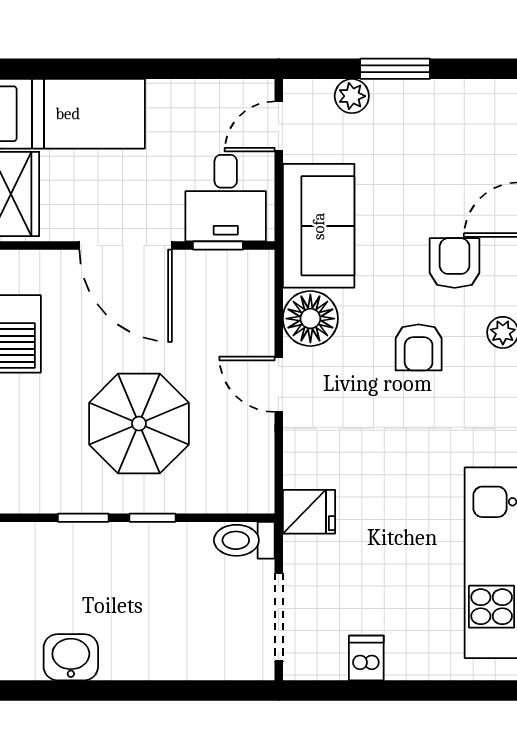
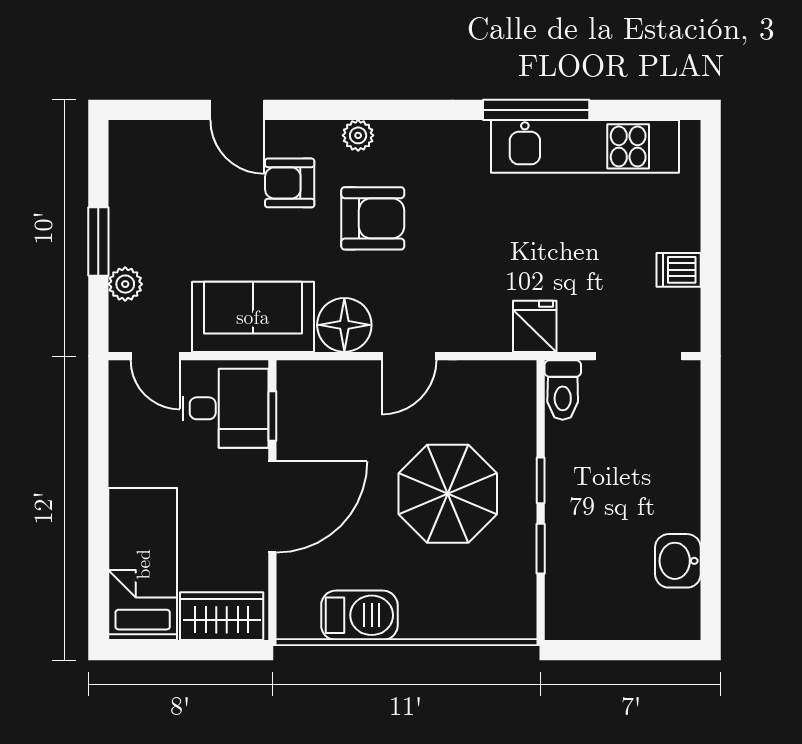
armchair: (419, 347) -> (373, 218), width x1.38, depth x1.38

